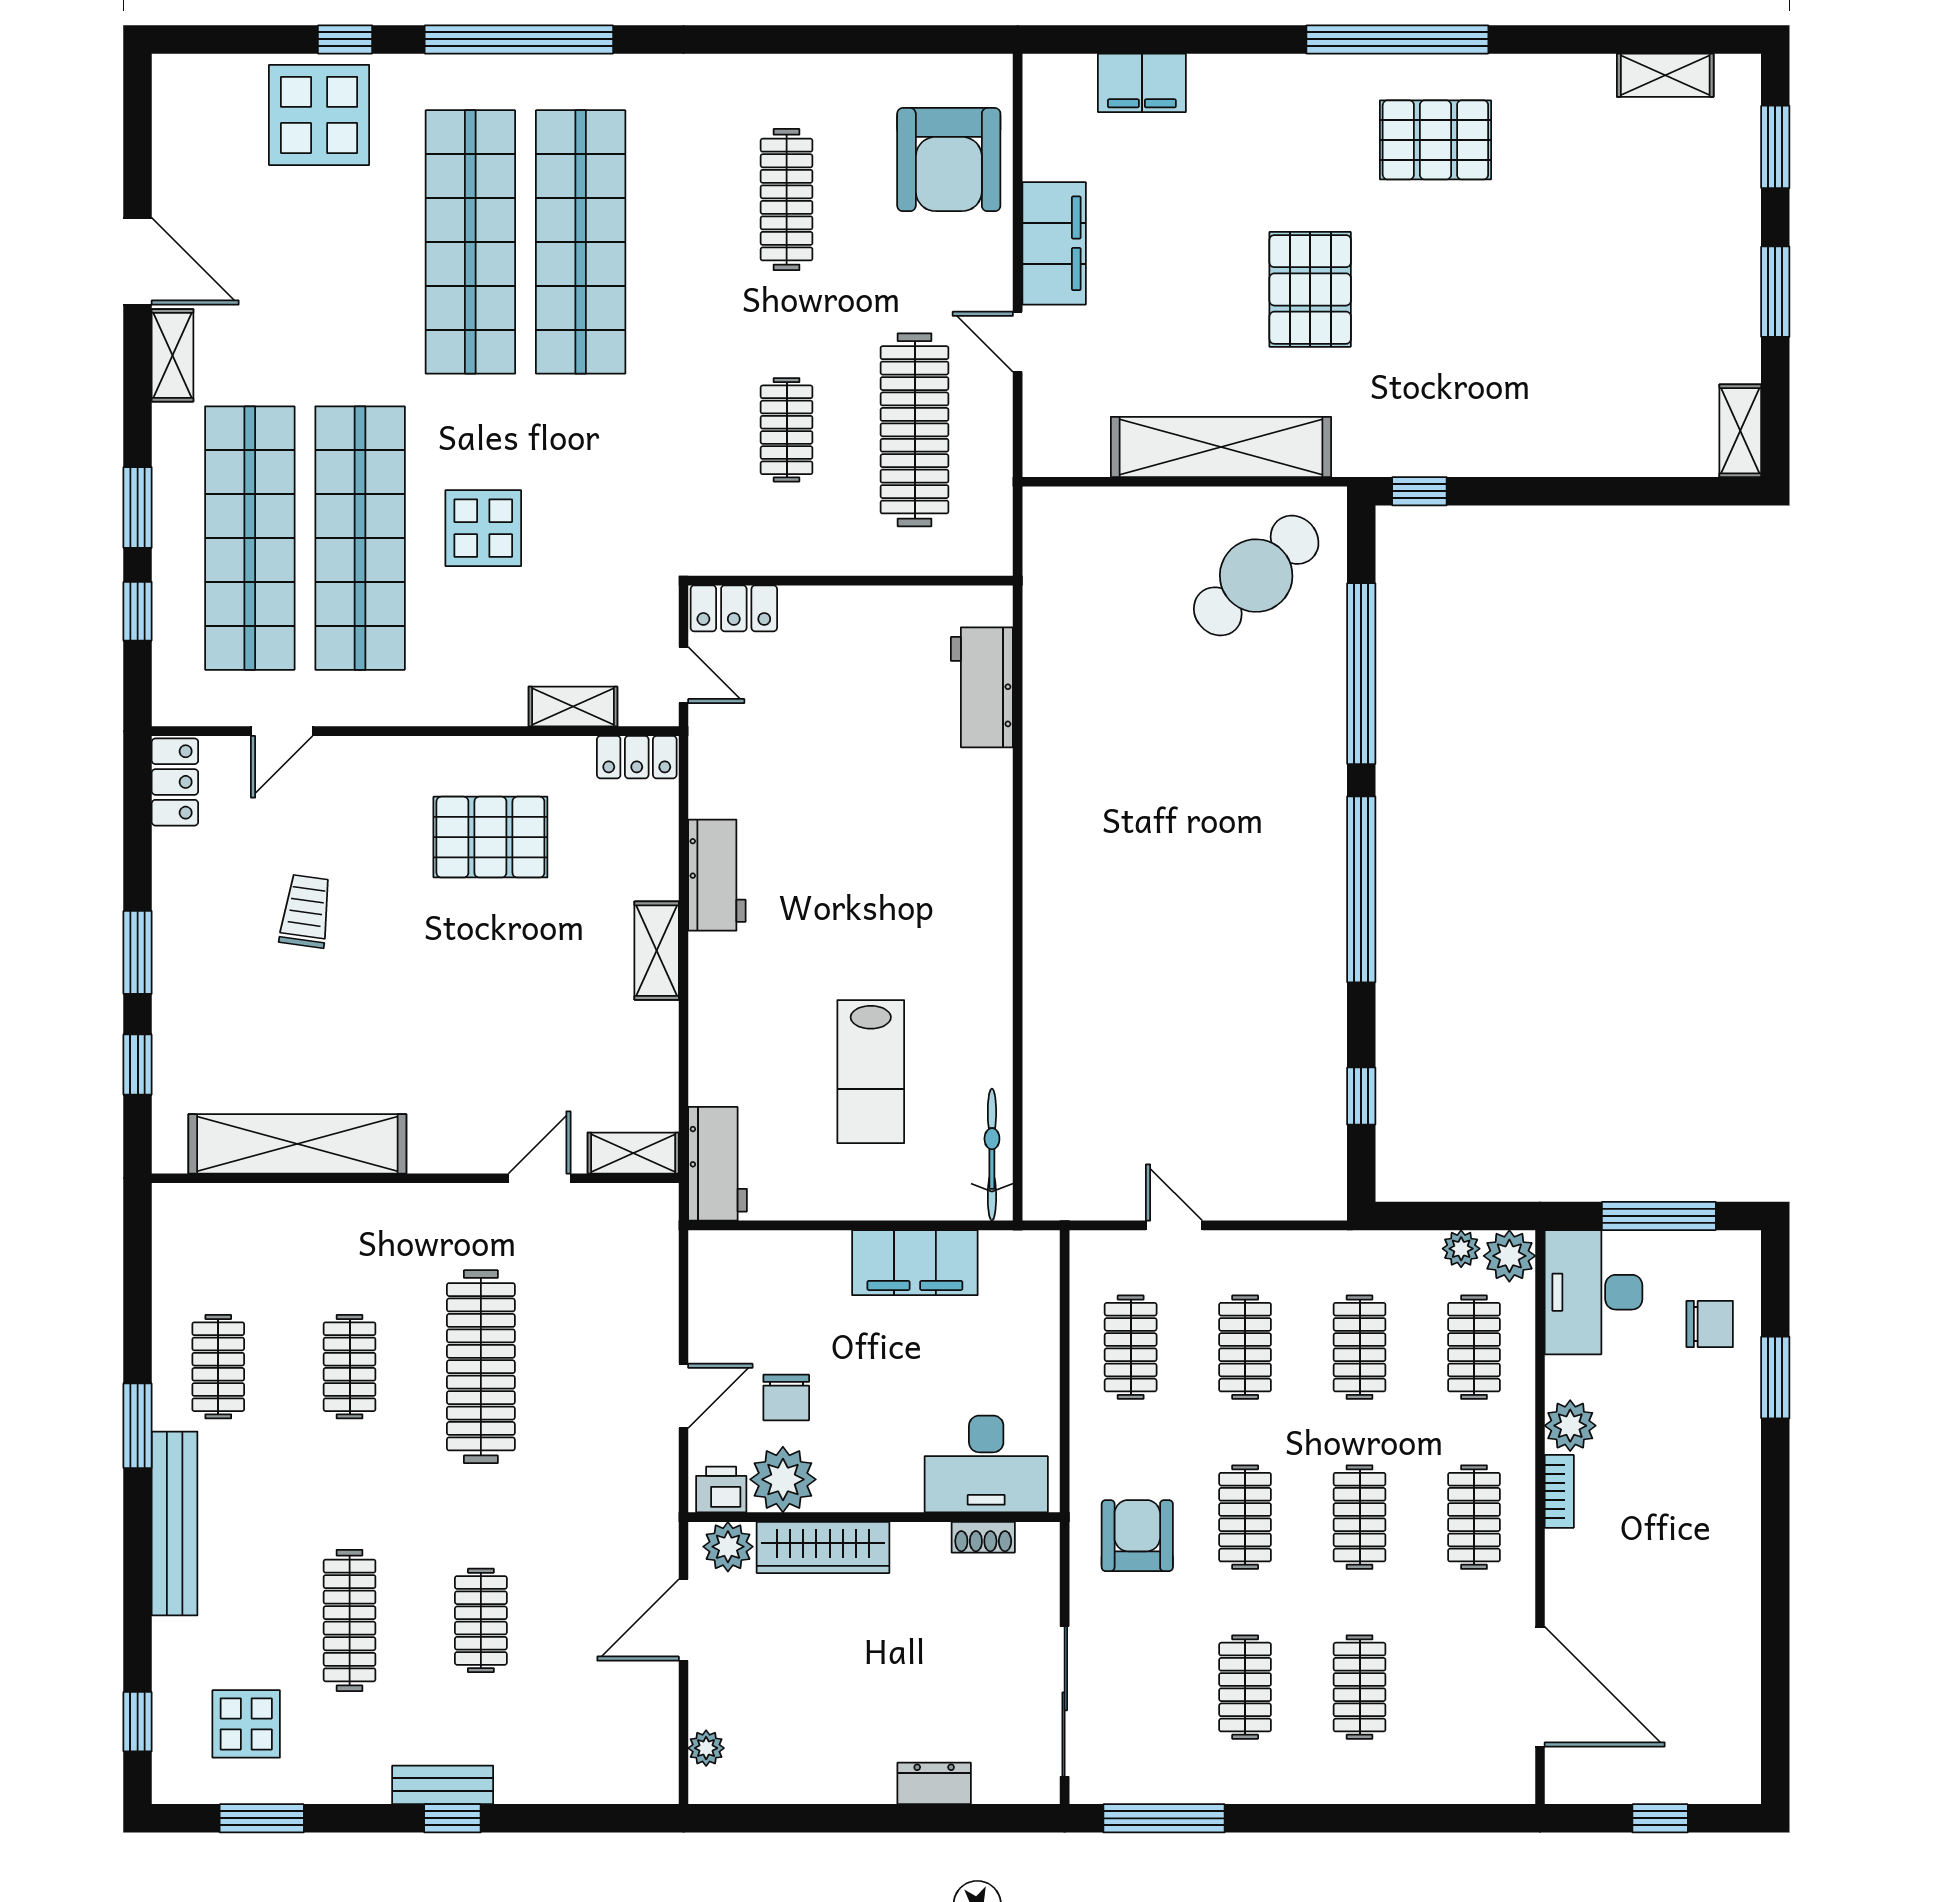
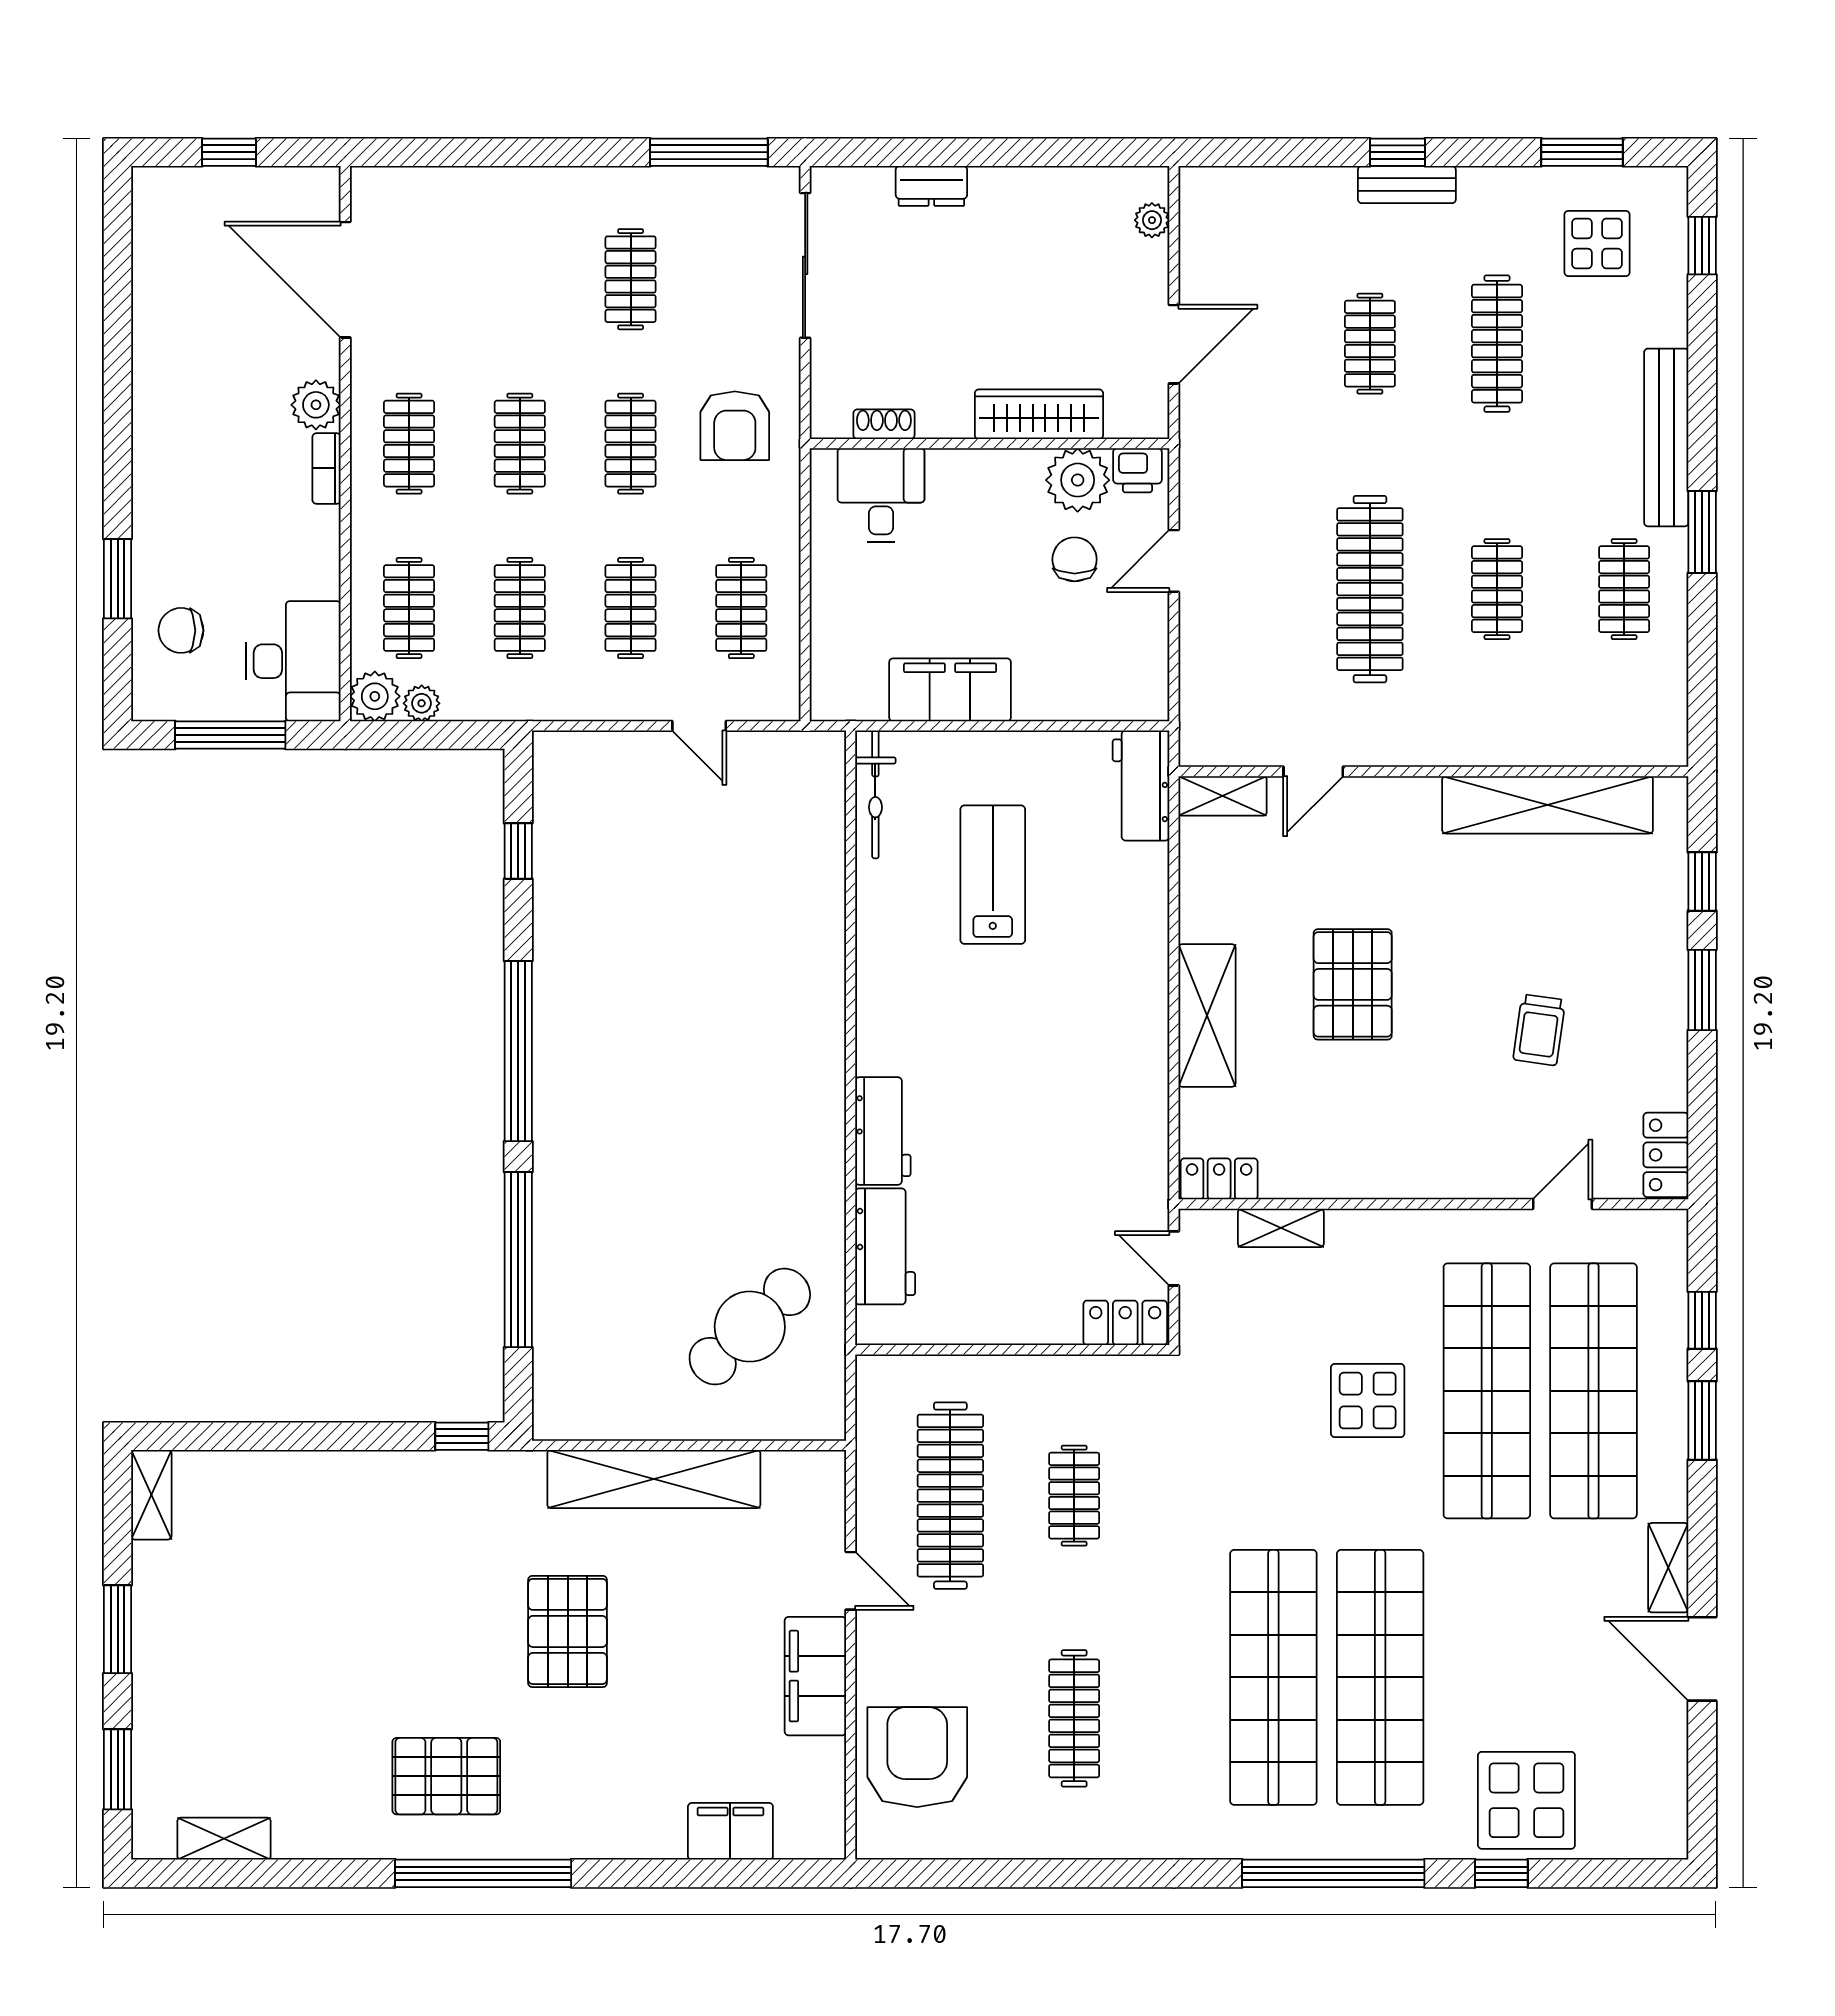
cafe table: (1256, 576) -> (750, 1327), moved
pallet: (490, 837) -> (1353, 984), moved, turned 90
workbench: (717, 875) -> (883, 1131), moved, turned 180
shelving: (657, 951) -> (1207, 1015), width x1.50, depth x1.33
plant: (1570, 1426) -> (316, 405), moved
desk: (986, 1464) -> (881, 495), width x0.73
plant: (728, 1547) -> (1131, 415), removed
clothes rail: (1360, 1687) -> (520, 279), removed

